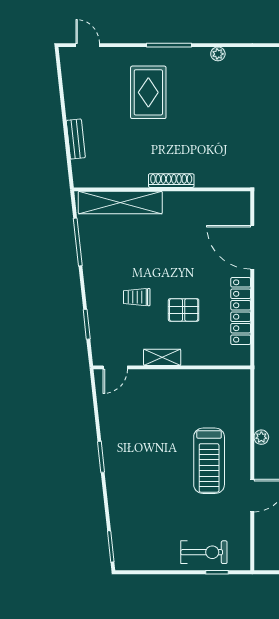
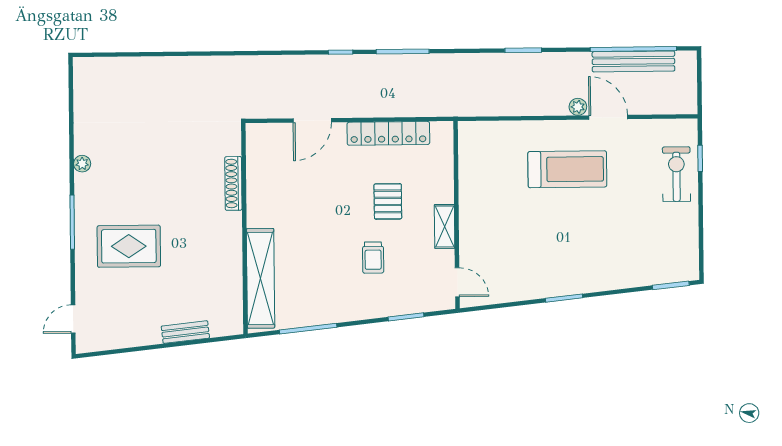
shoe rack: (171, 181) -> (233, 183), moved
door: (252, 247) -> (312, 120), width x0.73
plant: (261, 437) -> (578, 107), moved

